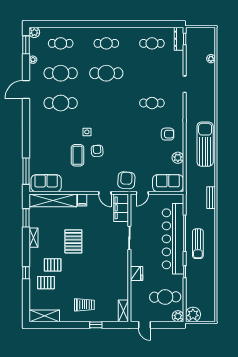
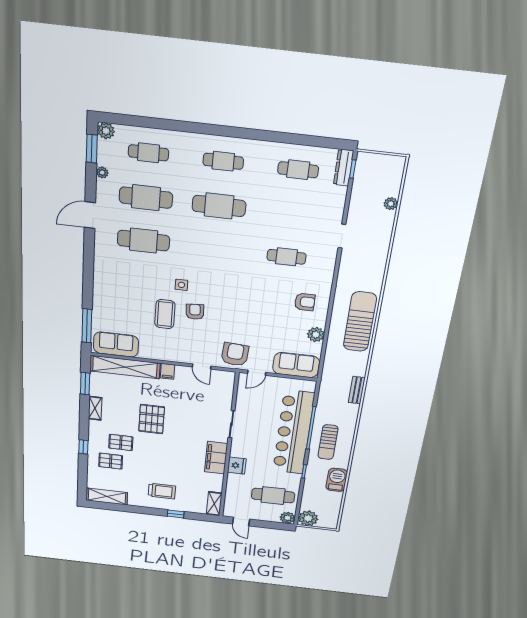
filing cabinet: (121, 208) -> (216, 458), moved
barbecue: (209, 276) -> (337, 480), added

